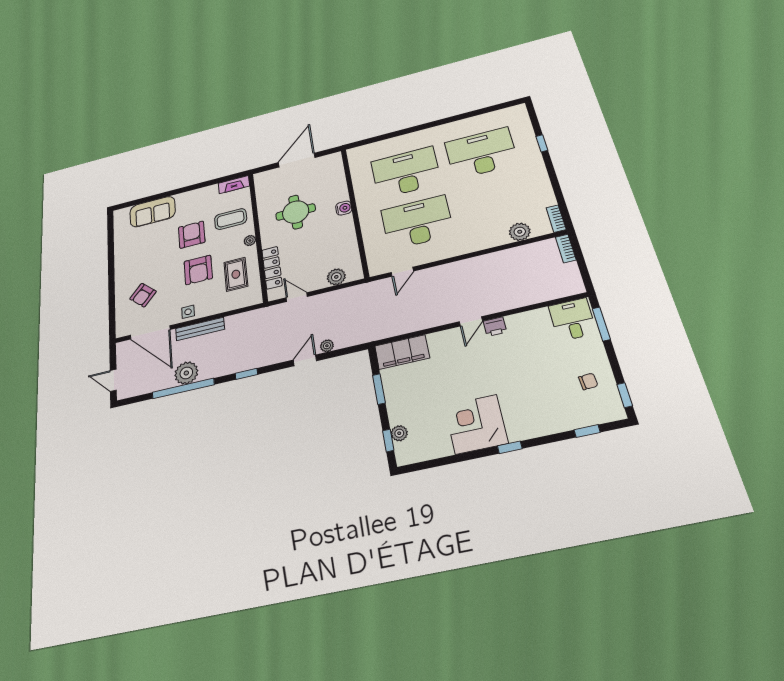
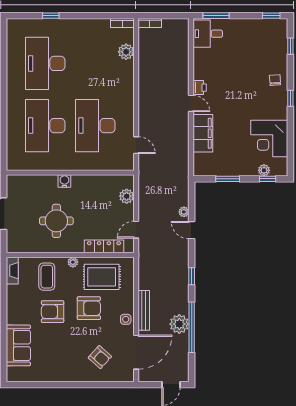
rug: (236, 274) -> (102, 277), width x1.36, depth x1.43
filing cabinet: (402, 352) -> (203, 133), moved
chair: (588, 381) -> (275, 80), moved
corner desk: (476, 424) -> (269, 139), moved

